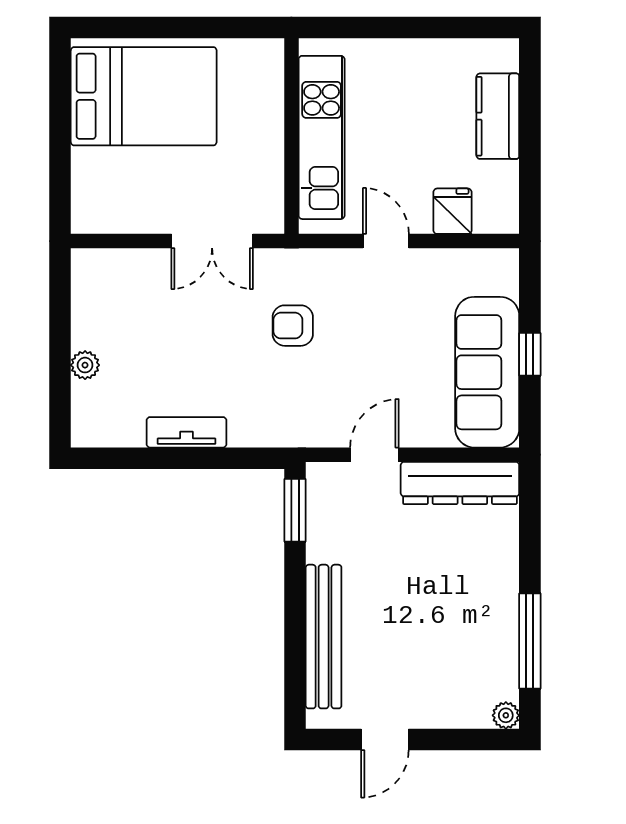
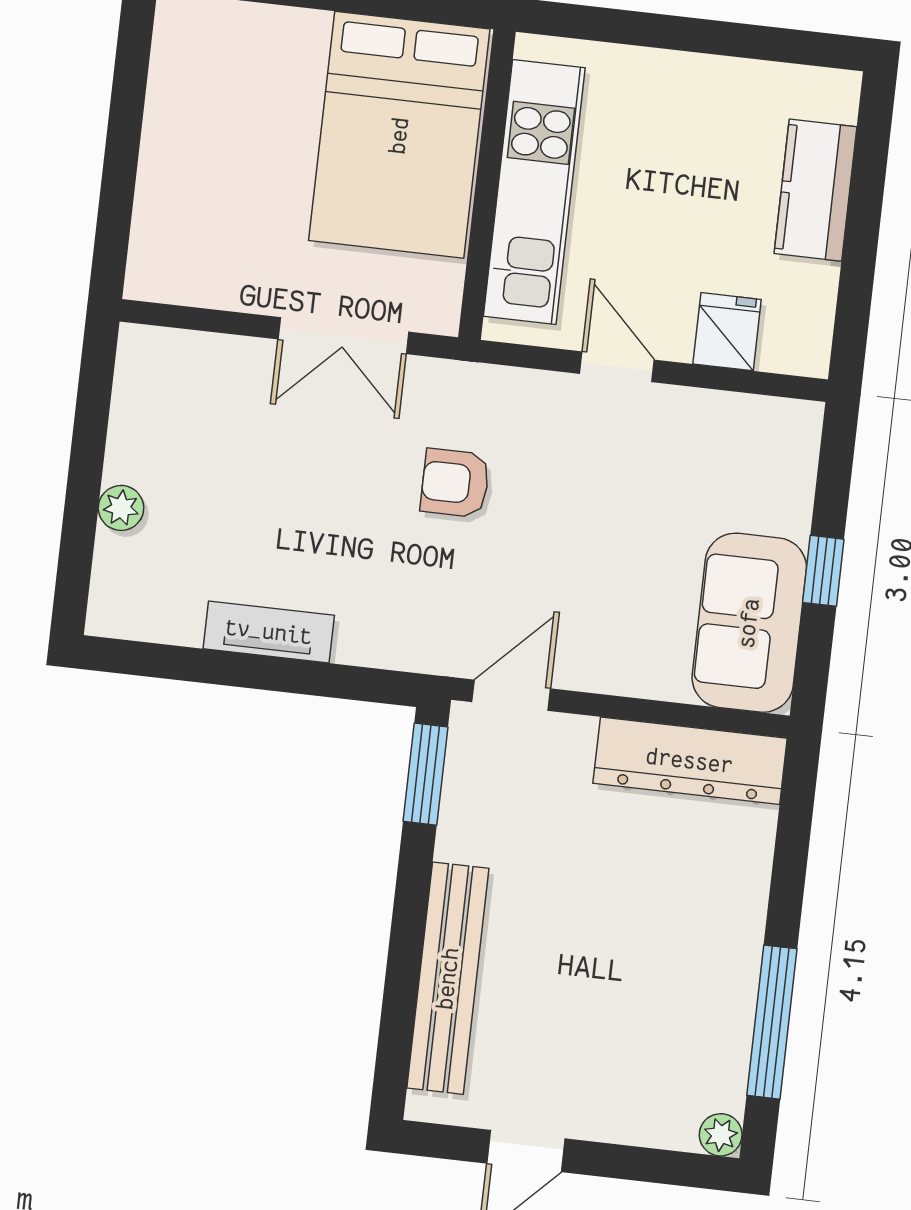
bed: (144, 96) -> (399, 135), moved, turned 90
sofa: (487, 372) -> (749, 623), width x0.73
door: (374, 455) -> (511, 695), moved

